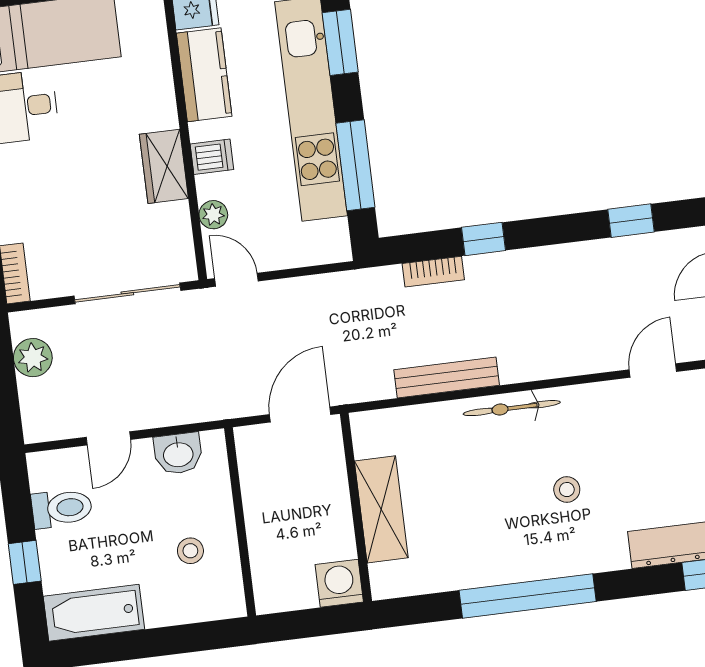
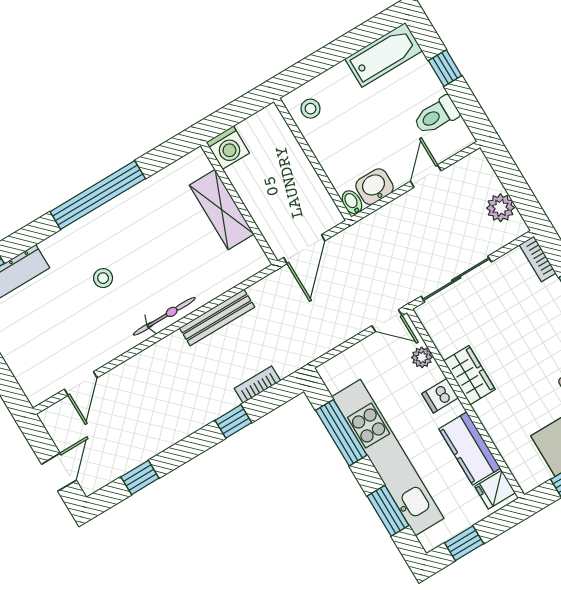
bidet: (215, 446) -> (352, 202), added
stool: (190, 551) -> (311, 109), moved

